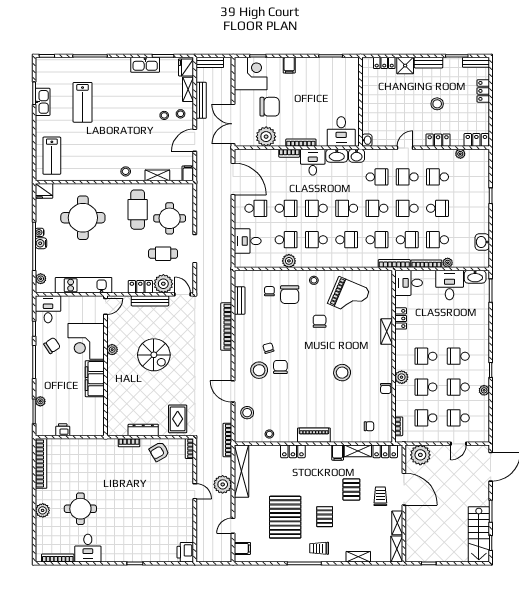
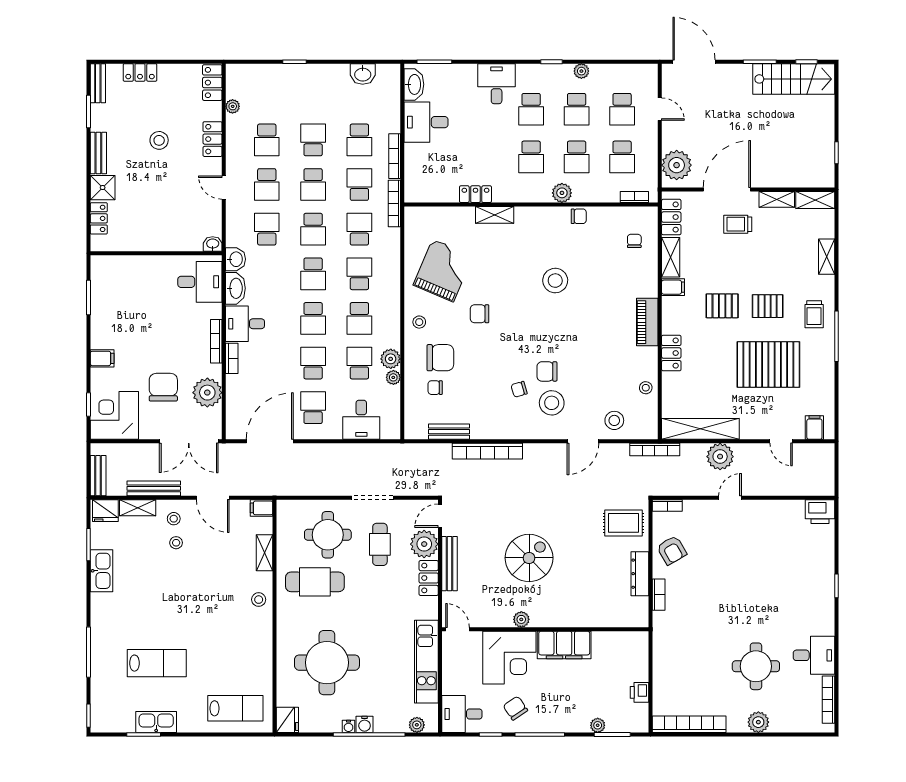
plant: (448, 263) -> (393, 377), moved
desk: (409, 283) -> (497, 84), moved, turned 180
pallet: (351, 489) -> (722, 306), moved

